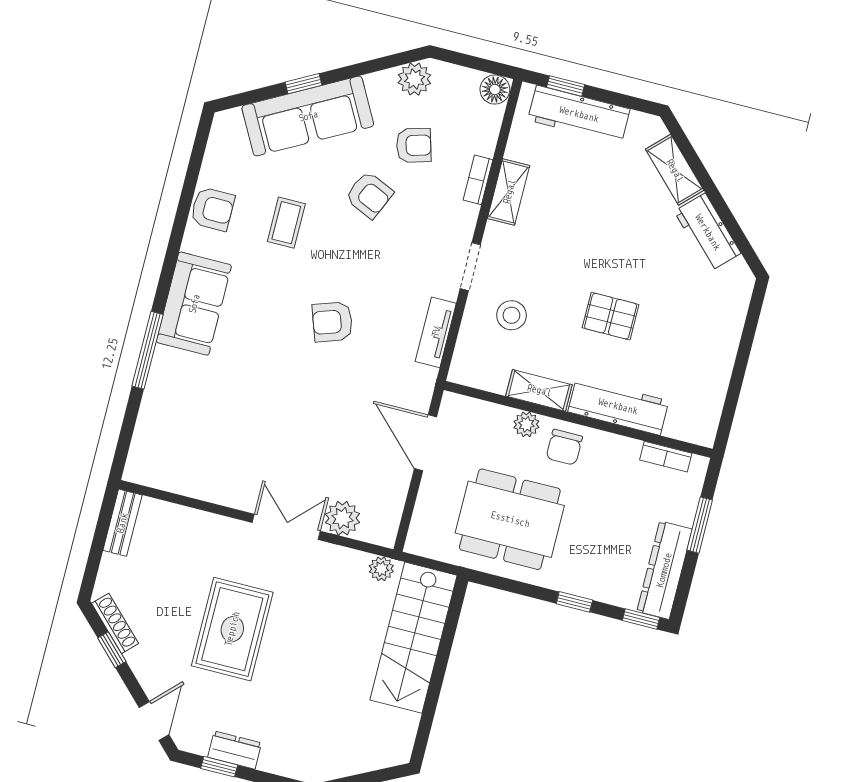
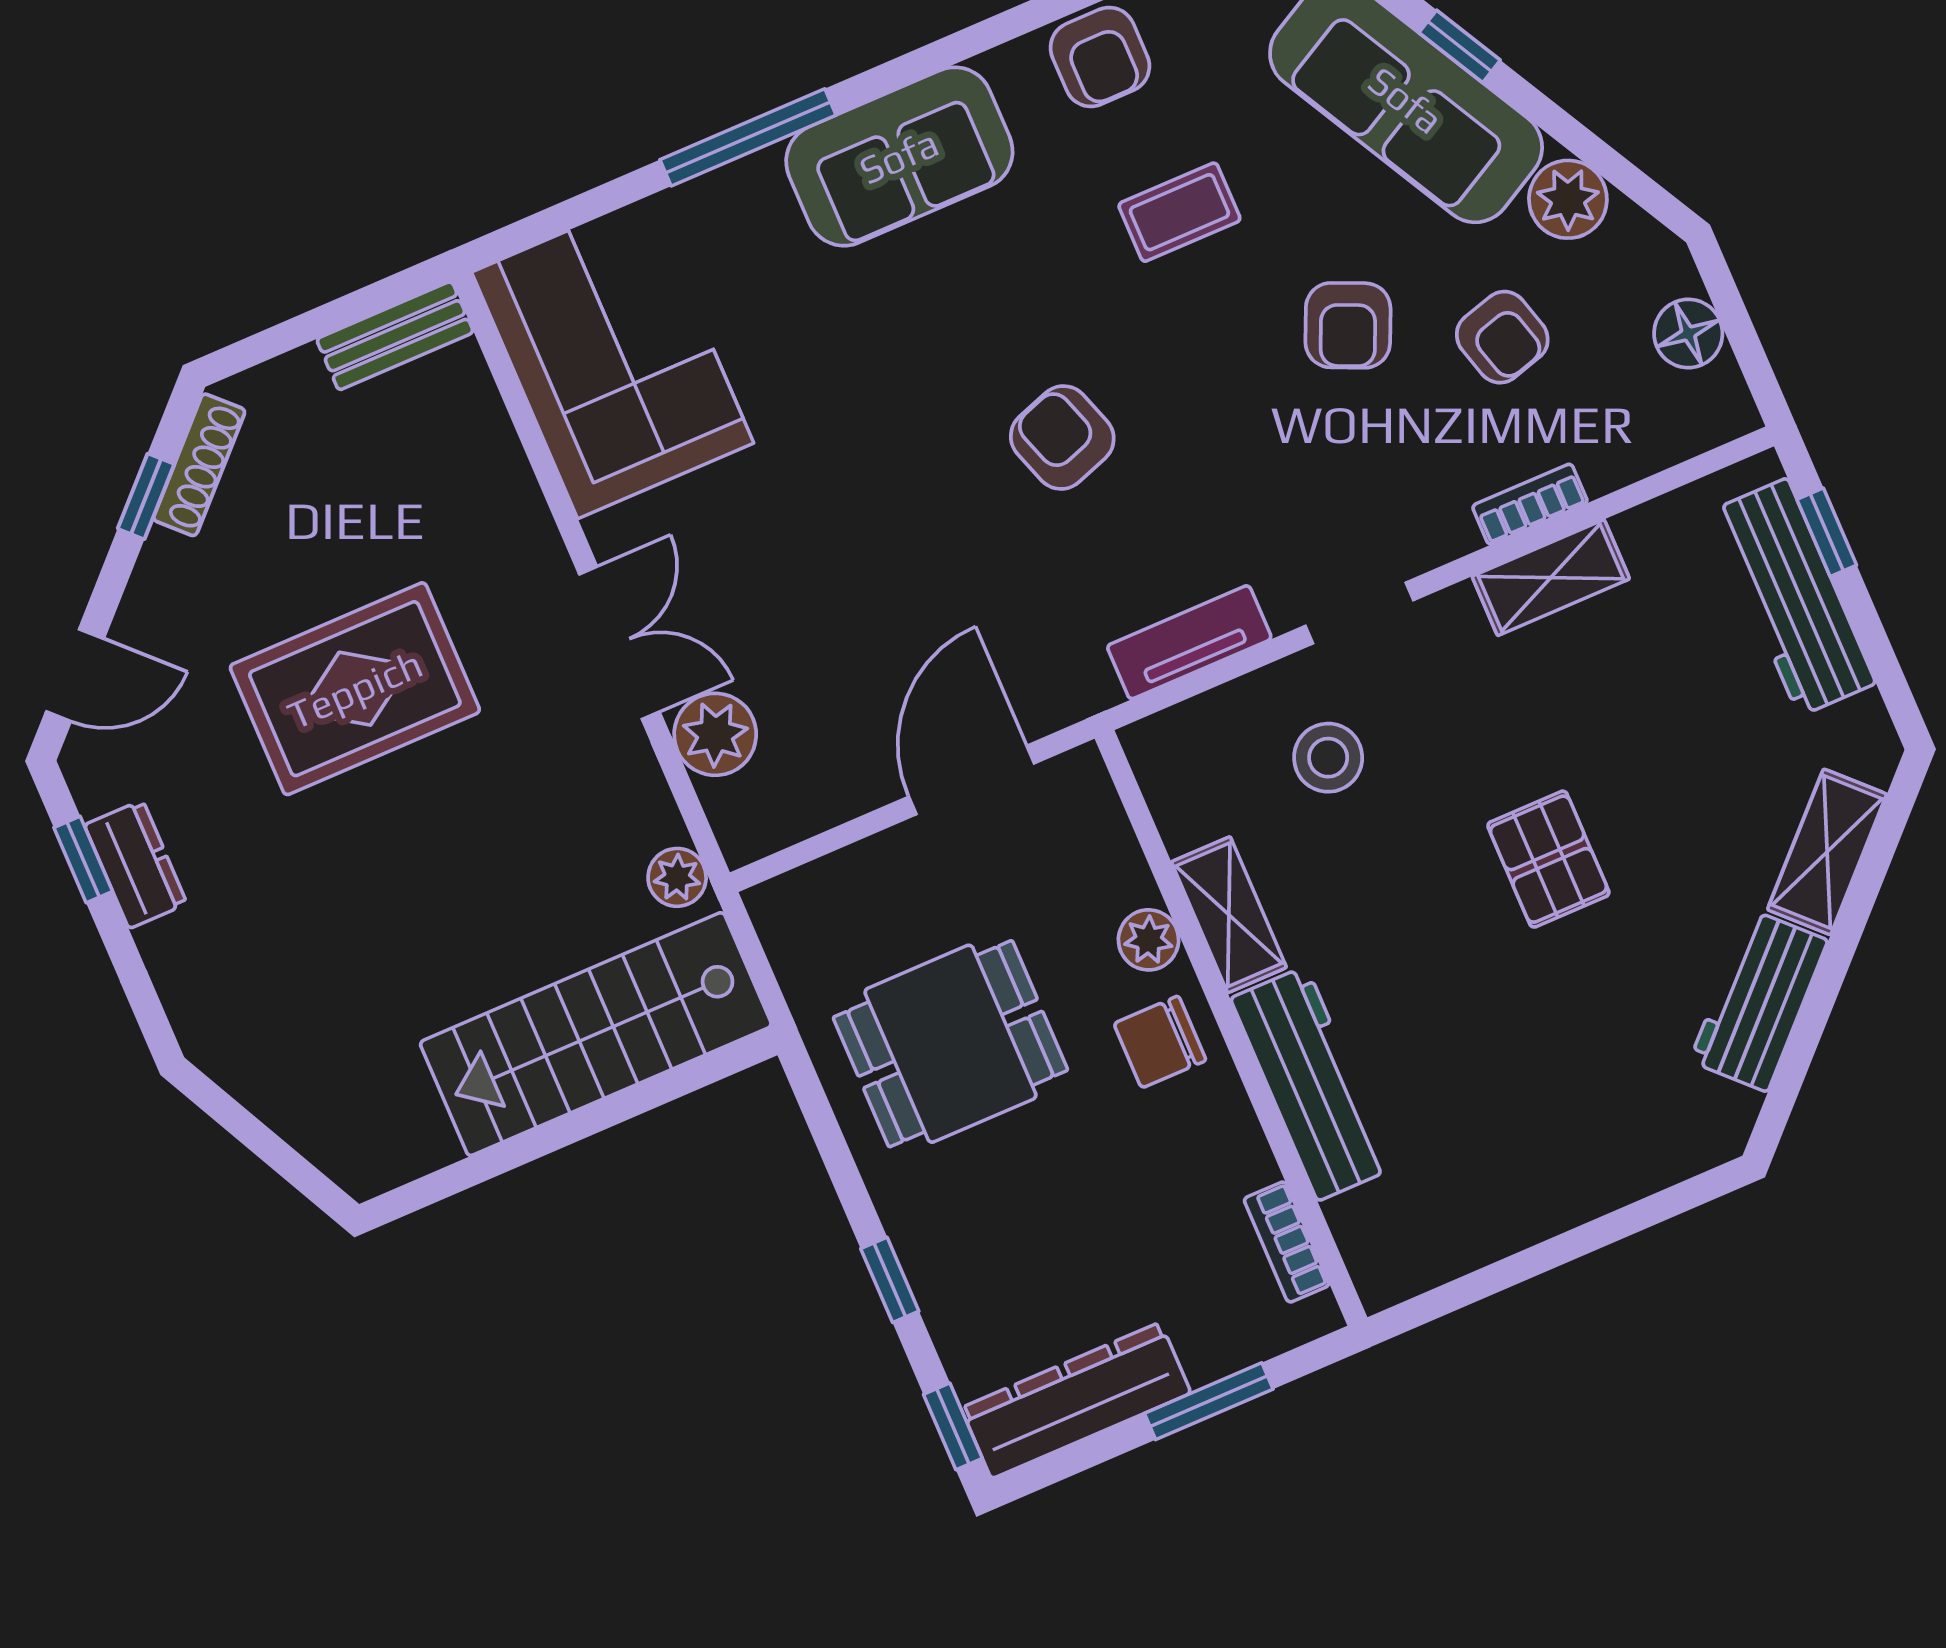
plant: (414, 79) -> (1568, 199), moved
floor lamp: (495, 90) -> (1688, 333), moved
pallet: (611, 316) -> (1548, 859), moved
corner sofa: (187, 454) -> (613, 358), added
dining table: (510, 519) -> (950, 1044), width x0.73

